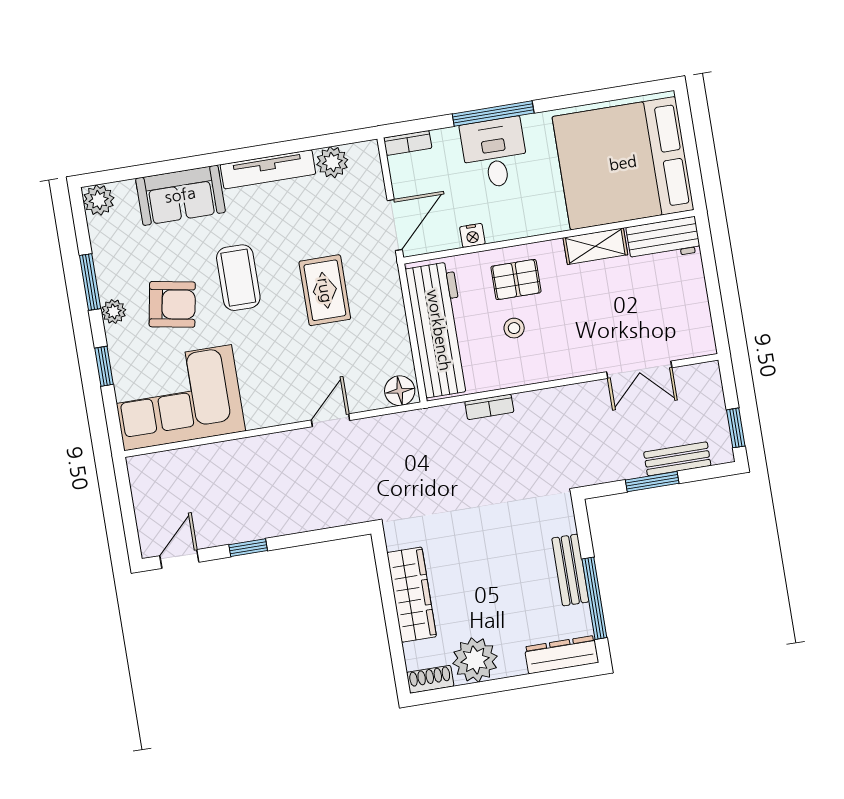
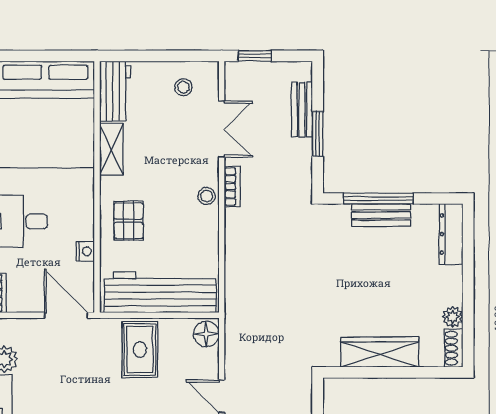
rug: (325, 290) -> (140, 350), moved, turned 90
stool: (681, 318) -> (183, 87), added
stool: (514, 328) -> (207, 196), moved
bookcase: (489, 407) -> (232, 187), moved
window: (736, 428) -> (255, 56), moved
window: (594, 598) -> (378, 199), moved
plant: (475, 660) -> (453, 317), width x0.53, depth x0.53

